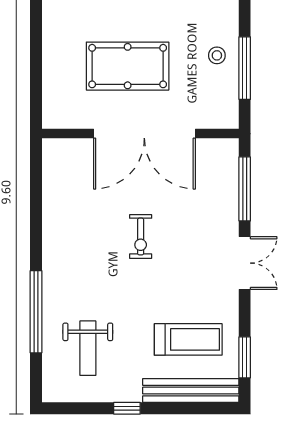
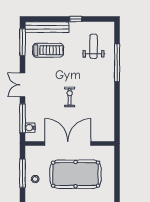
pool table: (128, 66) -> (76, 174), width x1.36, depth x1.32
water cooler: (228, 169) -> (30, 128), added
treadmill: (188, 339) -> (48, 50), turned 180
window: (245, 357) -> (22, 42), width x1.44

